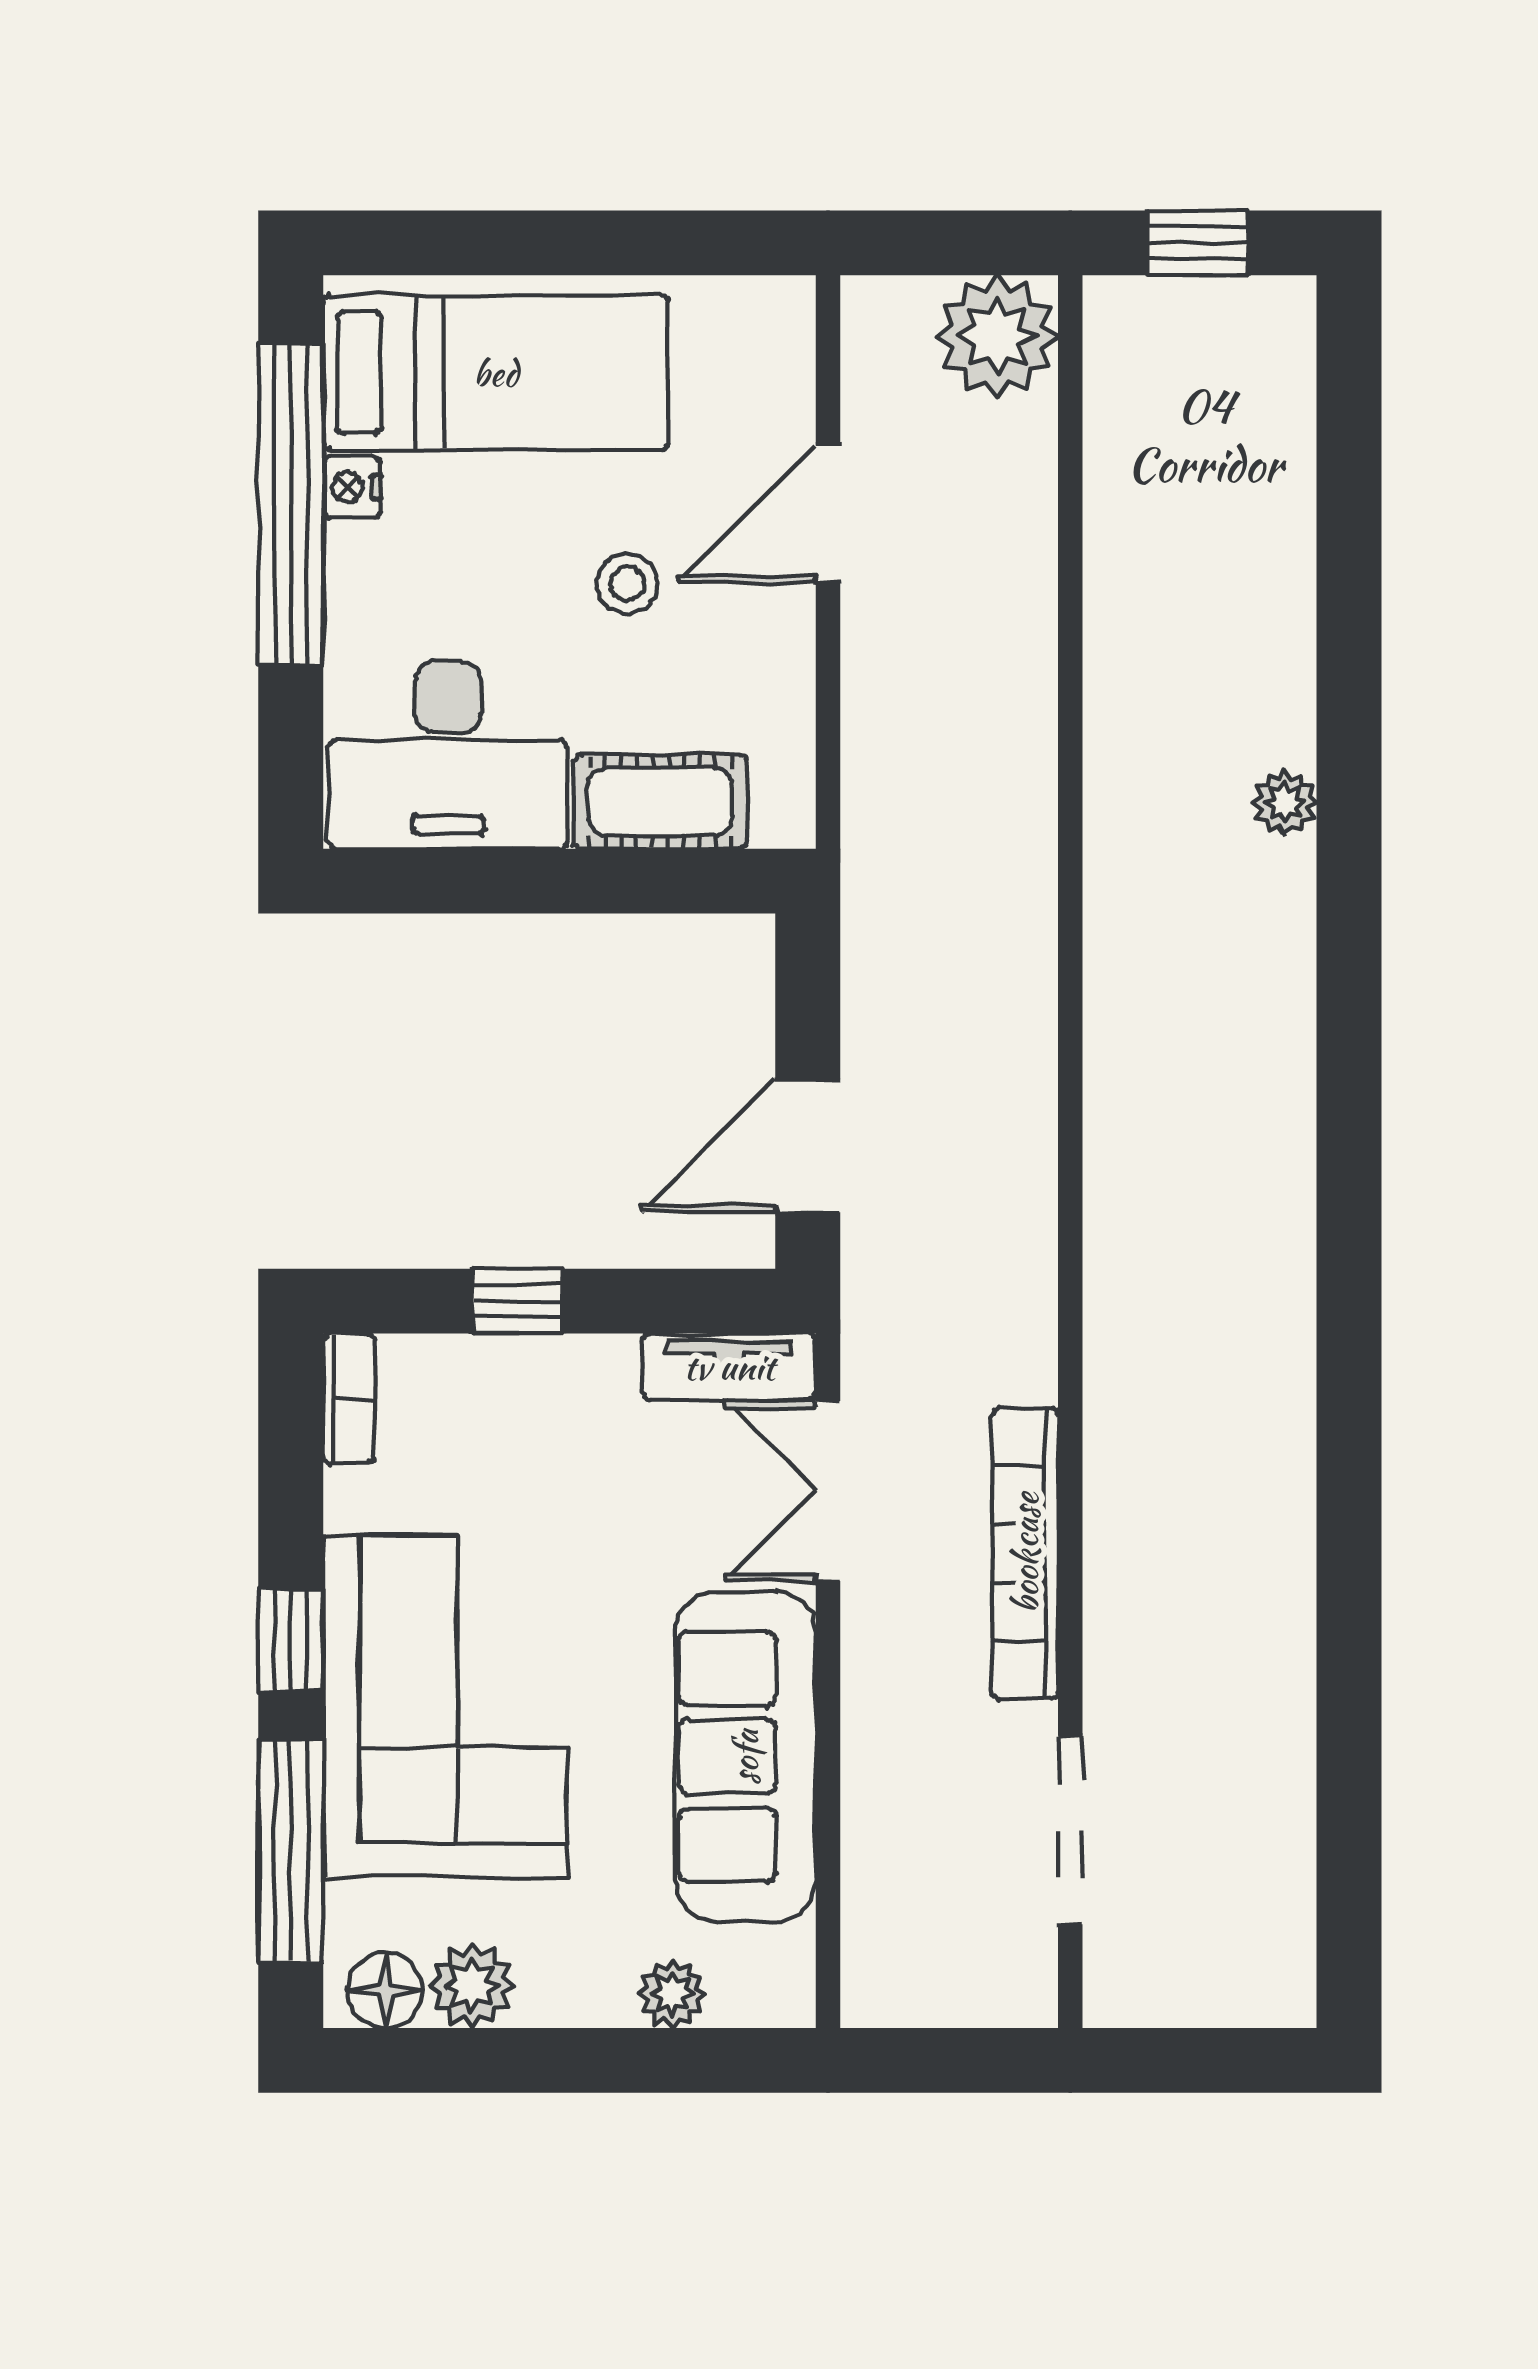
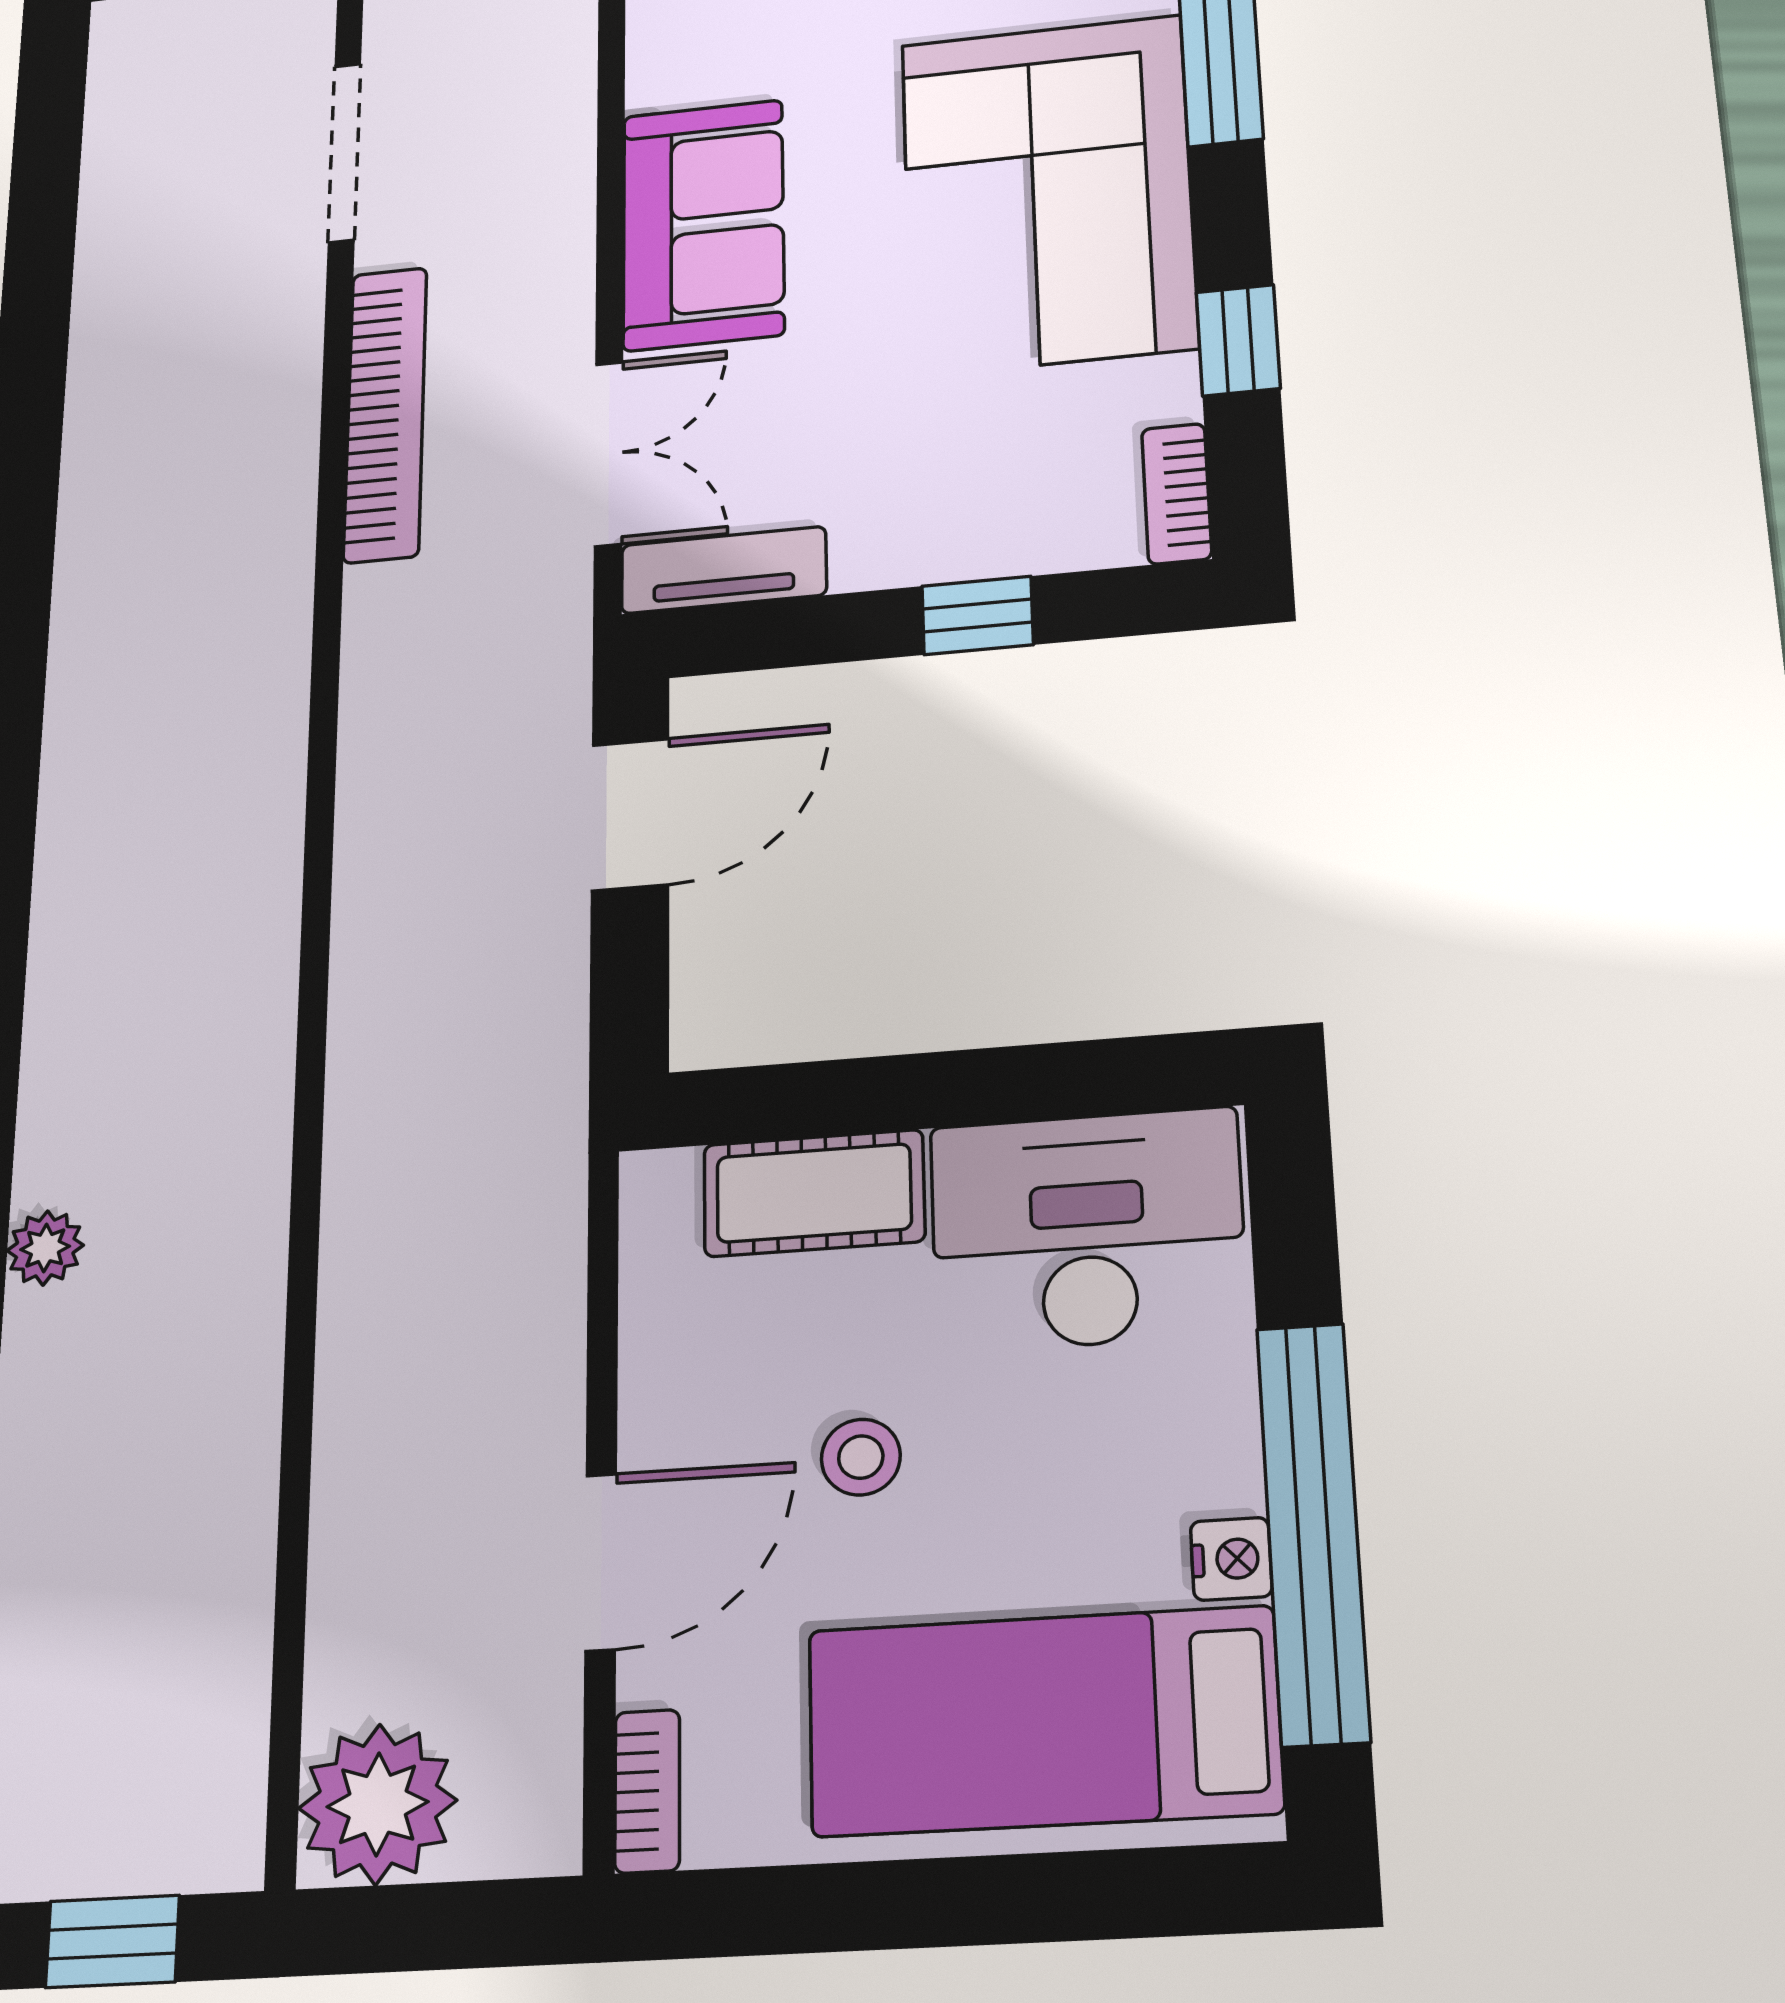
bookcase: (792, 336) -> (647, 1791), added
window: (291, 1640) -> (1238, 340), moved
sofa: (745, 1757) -> (703, 225), width x0.73

